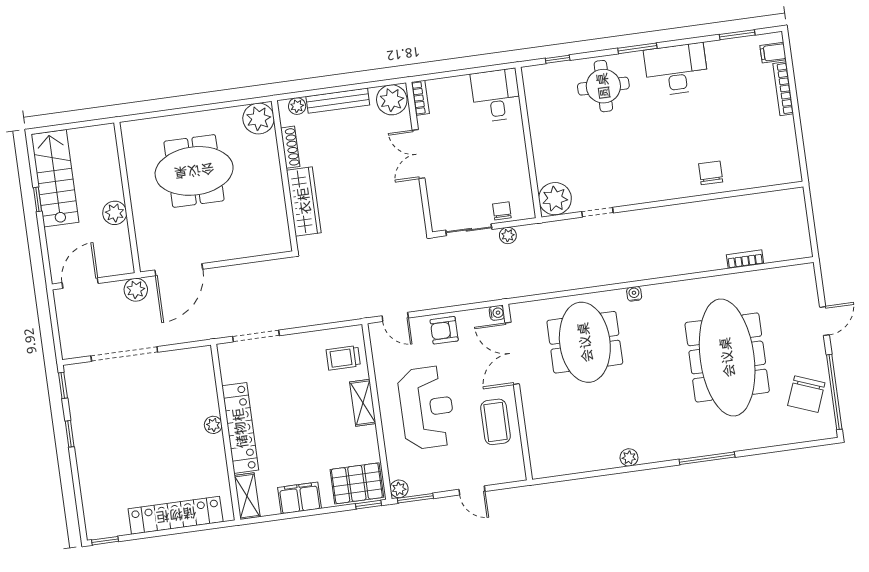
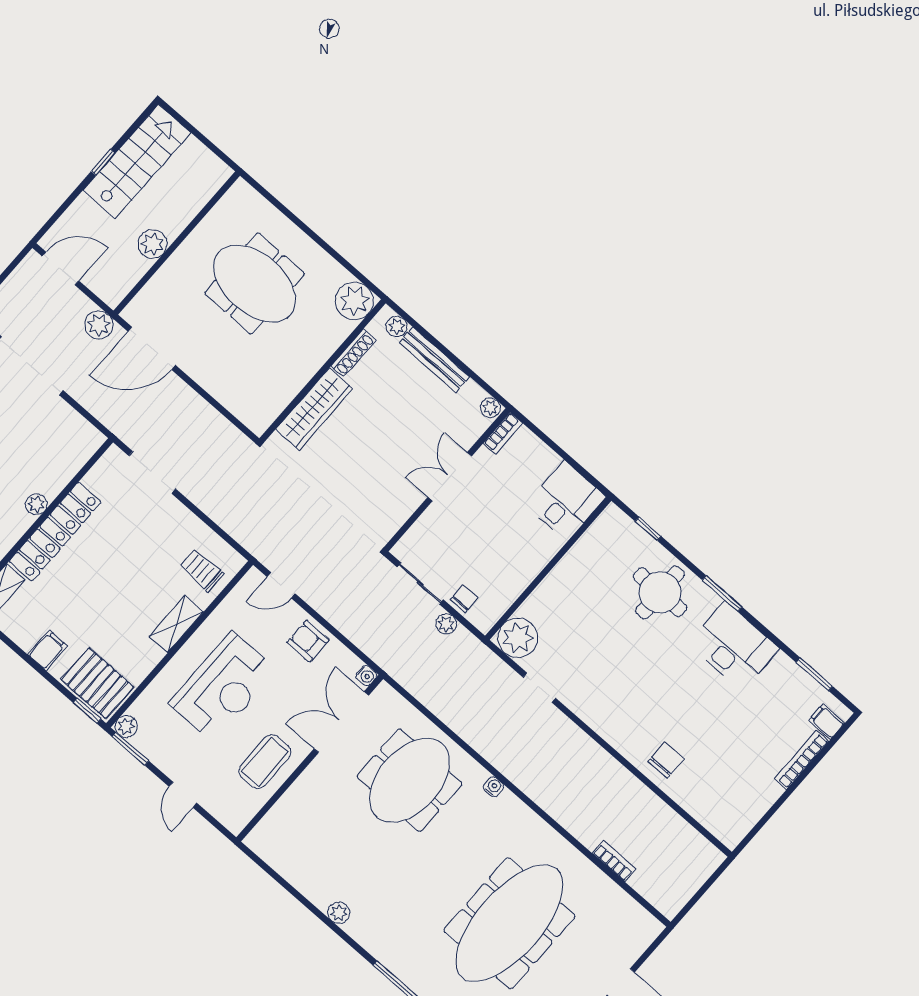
plant: (392, 100) -> (490, 408), width x0.53, depth x0.53
door: (395, 317) -> (281, 585), hinge flipped
filing cabinet: (300, 498) -> (47, 650), width x0.50

